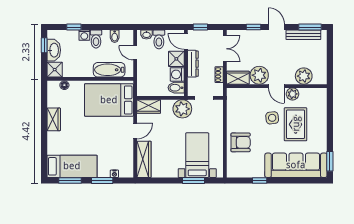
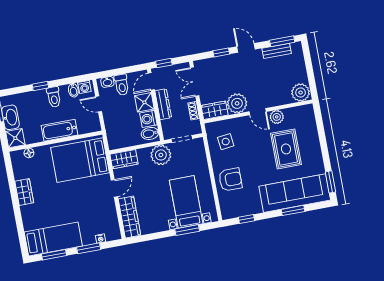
window: (74, 27) -> (40, 86), moved
washing machine: (84, 35) -> (84, 87), moved
bench: (303, 35) -> (277, 51), width x0.73
door: (186, 41) -> (151, 82), hinge flipped
double door: (225, 49) -> (195, 82), swing flipped
bathtub: (109, 70) -> (60, 130), moved
plant: (304, 76) -> (301, 92), moved
side table: (272, 118) -> (226, 142), moved
window: (260, 181) -> (247, 219), moved
window: (292, 181) -> (293, 210), added

